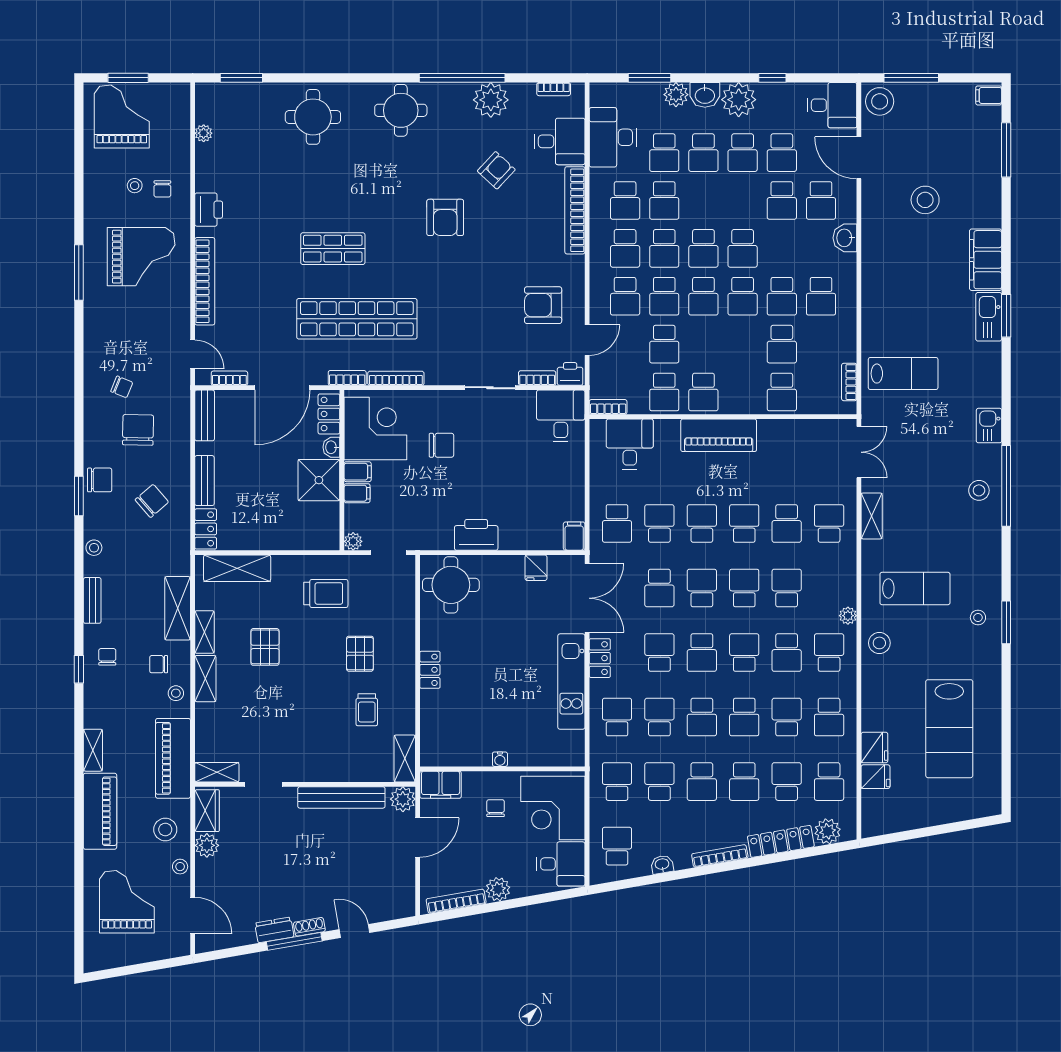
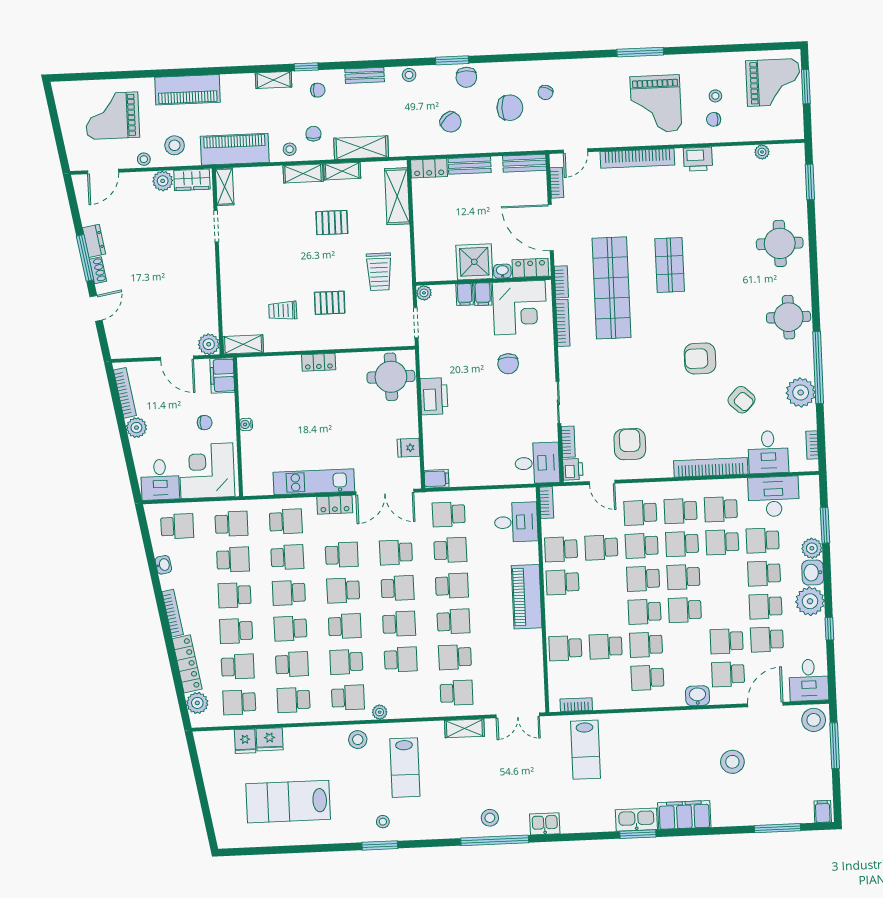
shelving: (93, 750) -> (274, 80), moved
bench: (341, 797) -> (208, 292), removed
grand piano: (127, 902) -> (112, 116), turned 180

